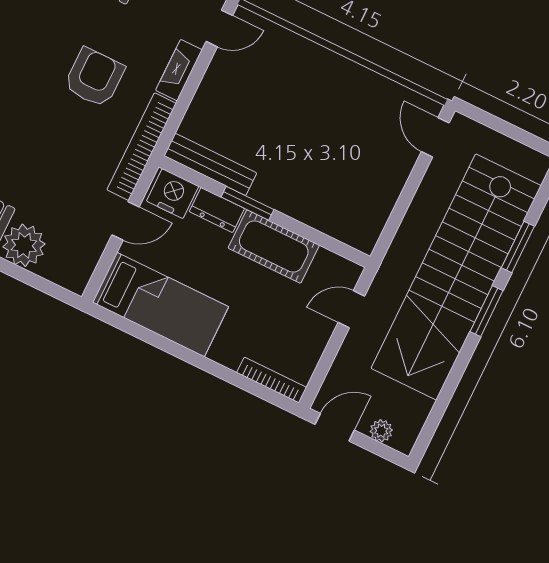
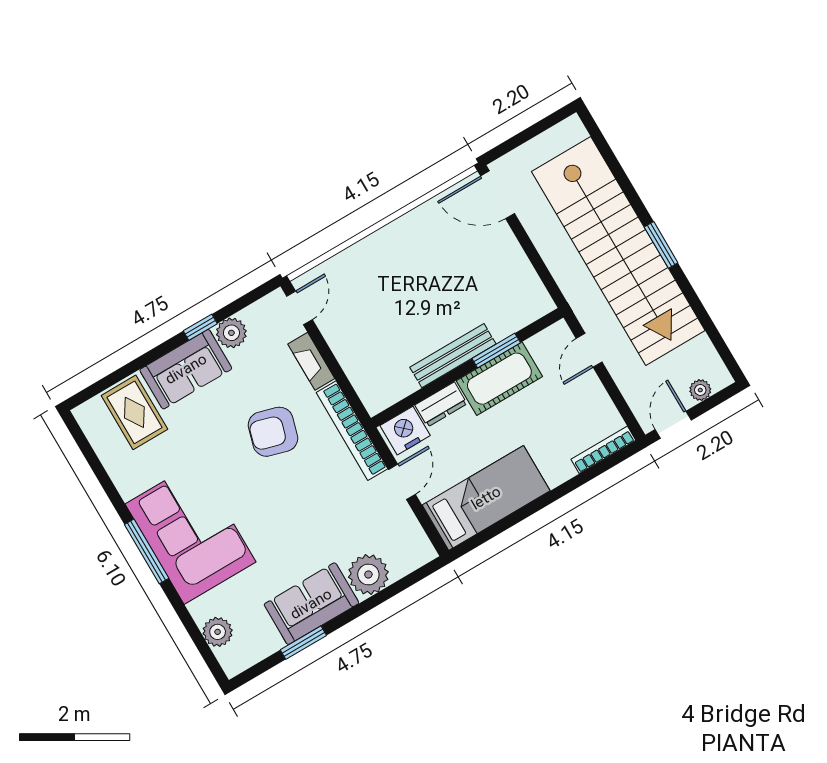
armchair: (94, 77) -> (273, 432), turned -74
door: (435, 137) -> (498, 195), width x1.38
bench: (210, 164) -> (453, 356), moved
window: (247, 203) -> (496, 351), moved
window: (518, 247) -> (627, 187), removed

